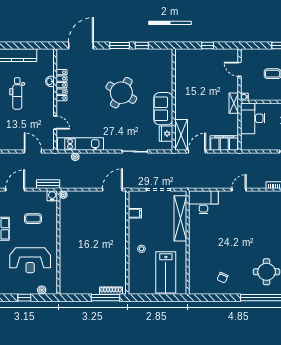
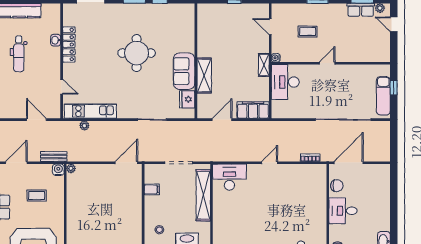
round table: (121, 93) -> (137, 53), turned -30
shelving: (181, 135) -> (204, 76), moved

